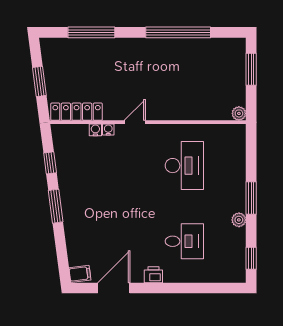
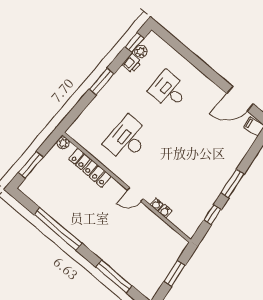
locker: (77, 112) -> (90, 168), moved
plant: (239, 220) -> (141, 51), moved
printer: (153, 275) -> (132, 63), moved, turned -90

